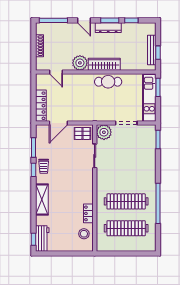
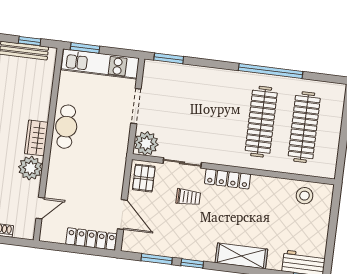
wardrobe: (104, 64) -> (36, 138), width x0.67
trolley: (44, 166) -> (188, 197), moved
locker: (88, 213) -> (228, 179), moved, width x1.53

